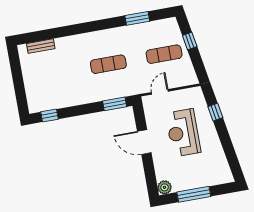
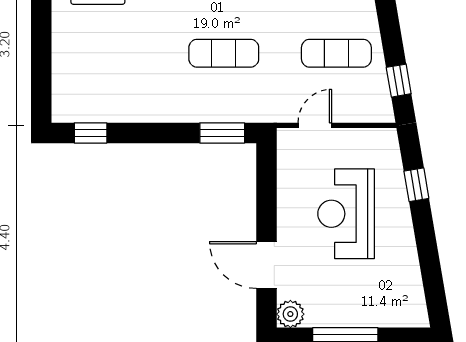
window: (190, 41) -> (399, 81), moved
door: (144, 142) -> (266, 265), moved

